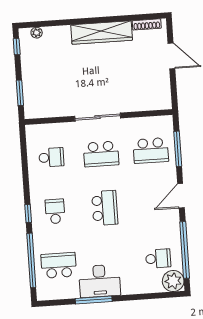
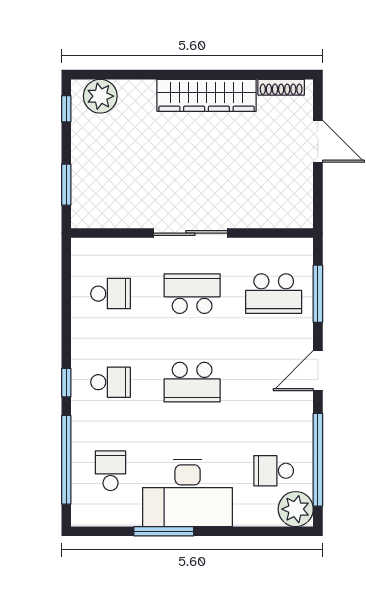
plant: (37, 33) -> (100, 96), width x1.87, depth x1.87
school desk: (101, 154) -> (192, 294), turned 180
school desk: (105, 208) -> (192, 382), turned 90
school desk: (55, 211) -> (110, 382), turned 90
school desk: (158, 259) -> (274, 471), turned 180
school desk: (59, 265) -> (110, 471), width x0.54
desk: (100, 281) -> (188, 493), width x1.36, depth x1.30

